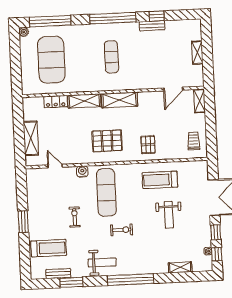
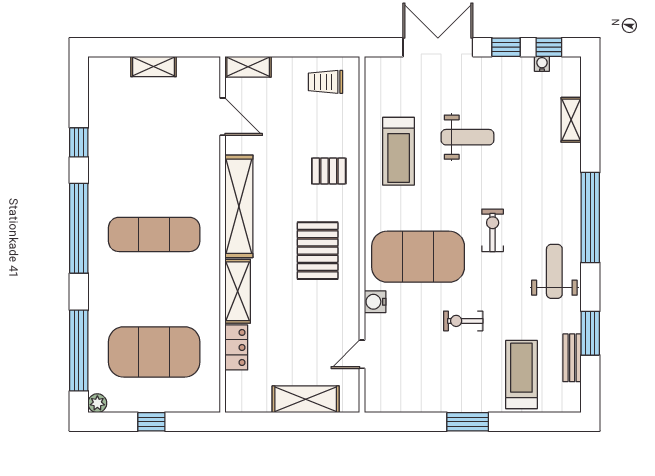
bench: (152, 26) -> (97, 152), removed
exercise mat: (111, 57) -> (154, 234), width x1.36, depth x1.45
window: (16, 60) -> (151, 422), added
shelving: (119, 100) -> (239, 206), width x1.47
exercise mat: (106, 192) -> (418, 257), width x1.47

